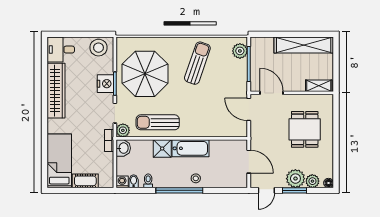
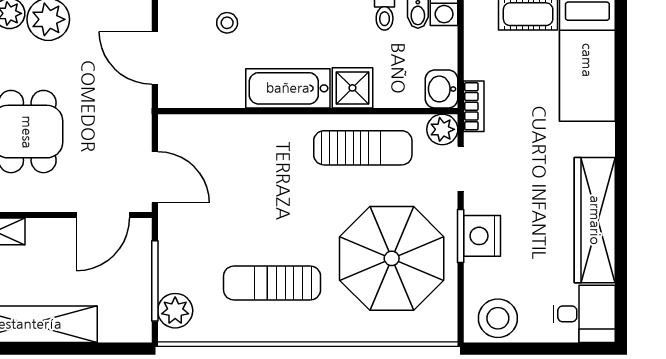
sun lounger: (197, 63) -> (272, 283), turned 71
door: (272, 93) -> (103, 215), hinge flipped
stool: (196, 178) -> (227, 23), moved

